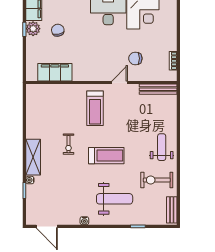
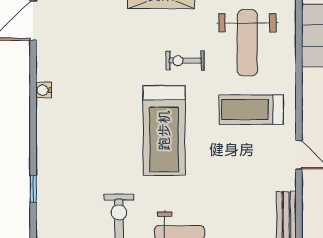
treadmill: (106, 156) -> (164, 130), width x1.37, depth x1.38
weight bench: (115, 199) -> (247, 43), moved

